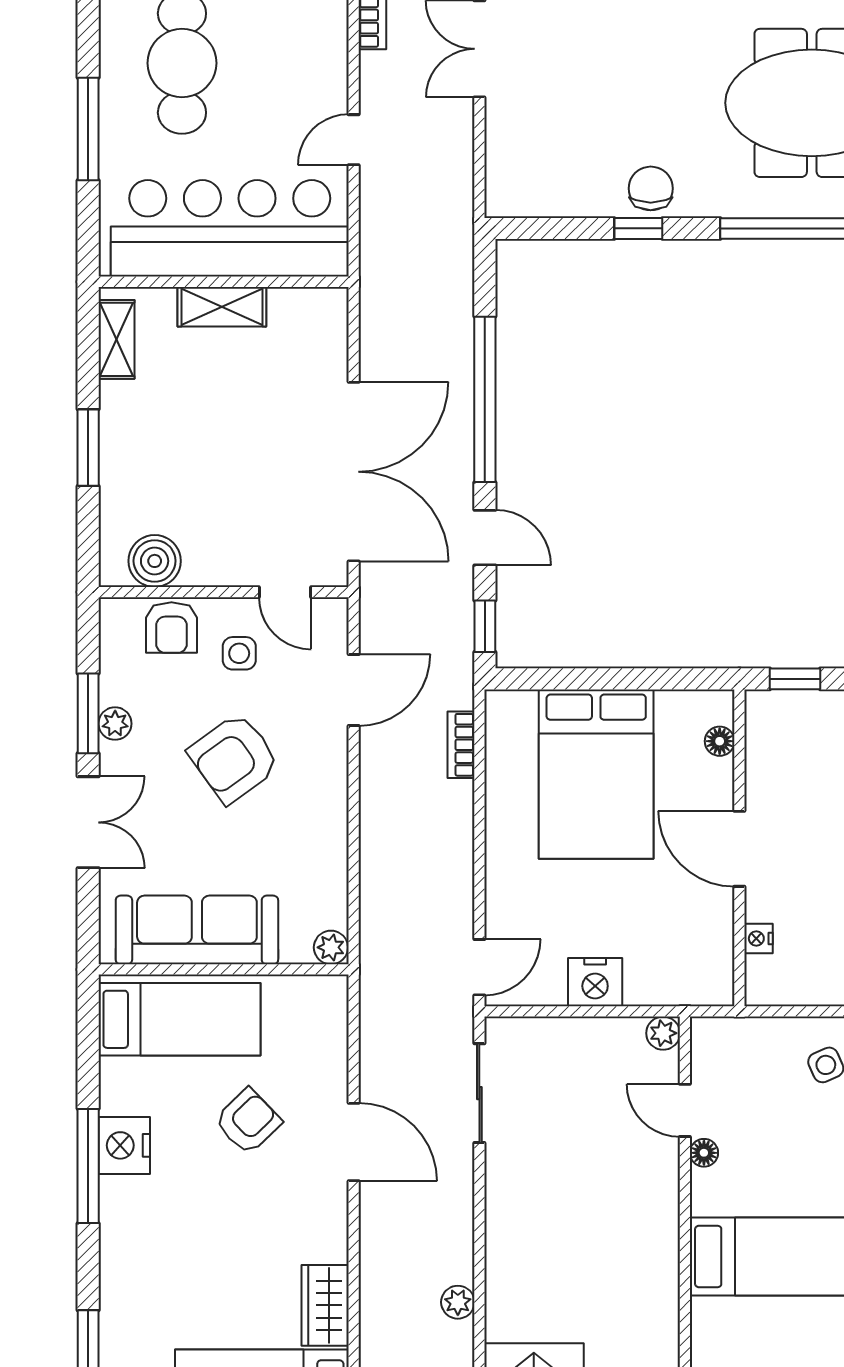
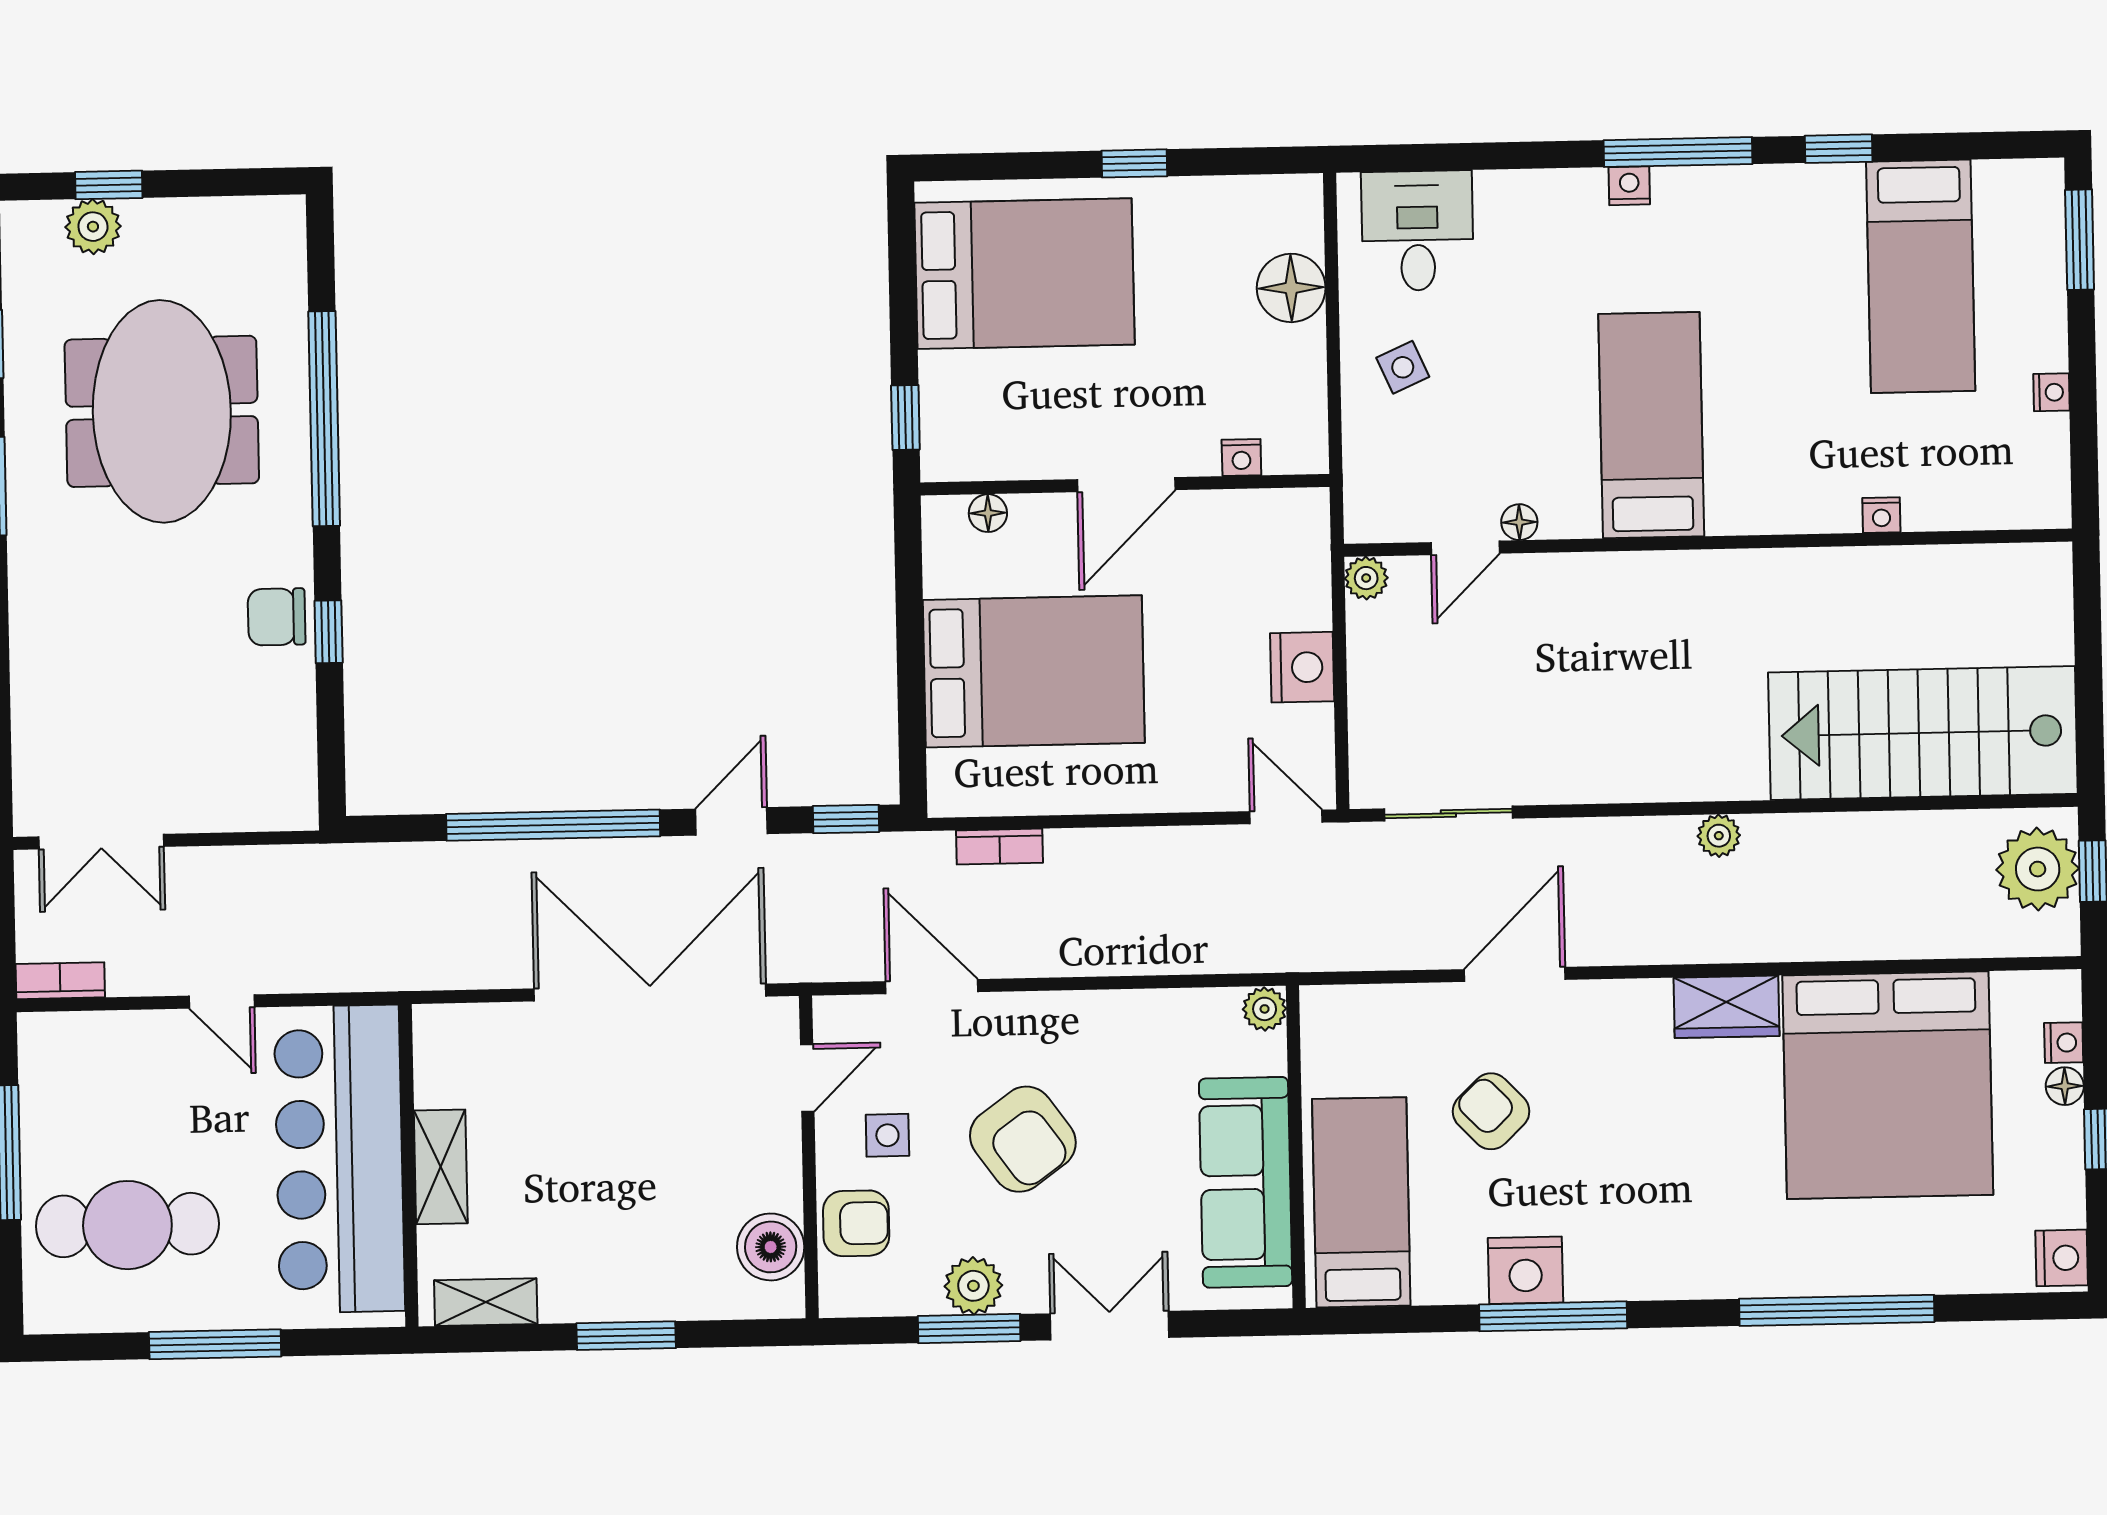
plant: (115, 724) -> (973, 1286), width x1.38, depth x1.38

